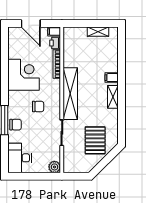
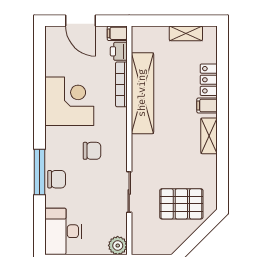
locker: (113, 61) -> (209, 80), added
shelving: (70, 94) -> (142, 93), moved
pallet: (95, 140) -> (181, 204), turned 90

